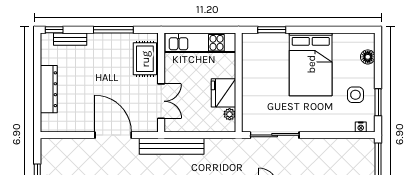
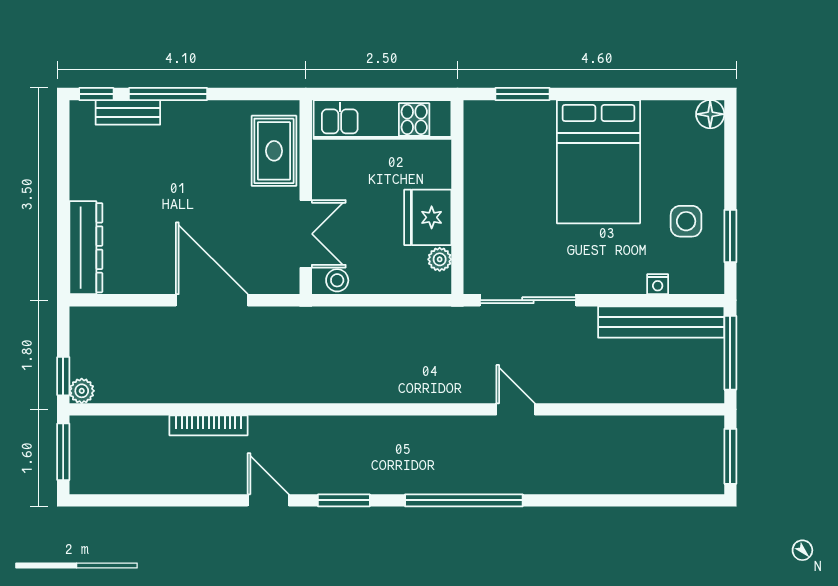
window: (113, 30) -> (168, 94), moved
floor lamp: (368, 57) -> (710, 114), moved
dresser: (49, 89) -> (86, 248), moved
stool: (177, 125) -> (337, 280), added
nightstand: (361, 127) -> (658, 284), moved
bench: (172, 146) -> (661, 322), moved

